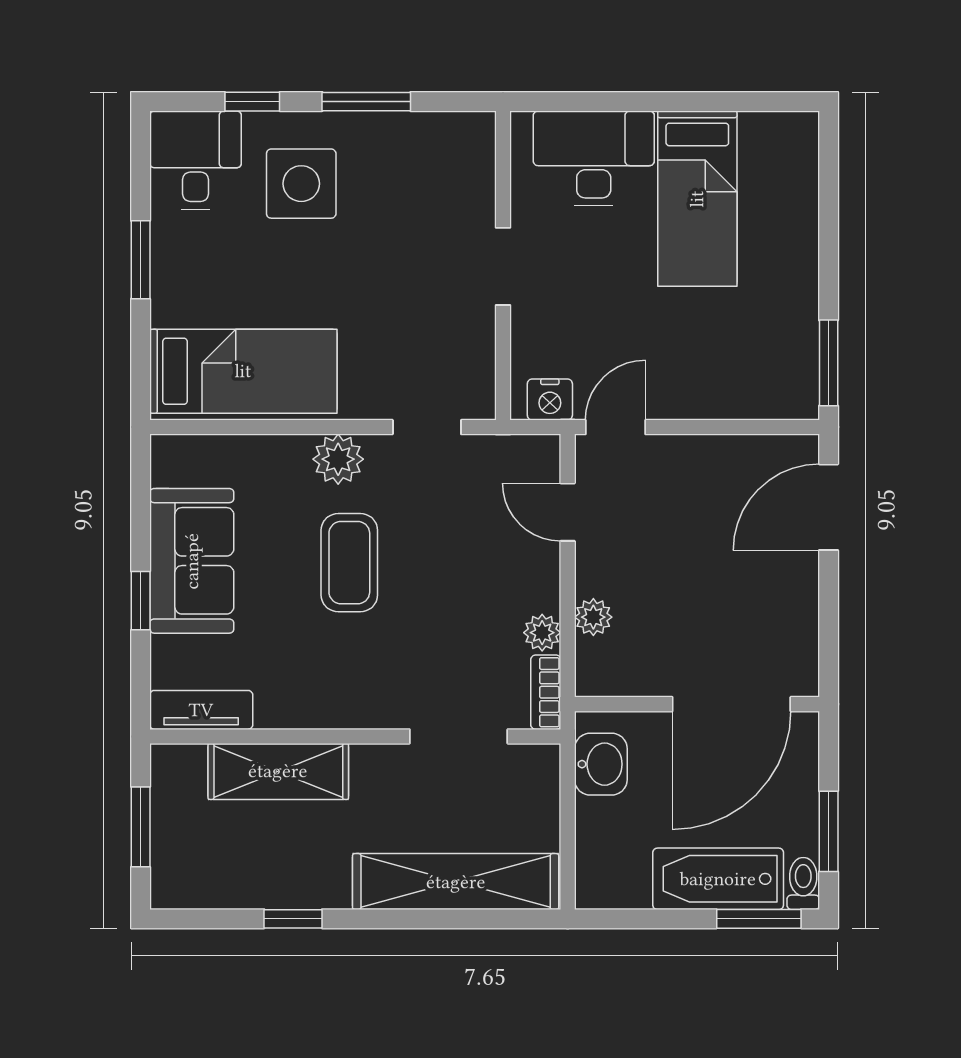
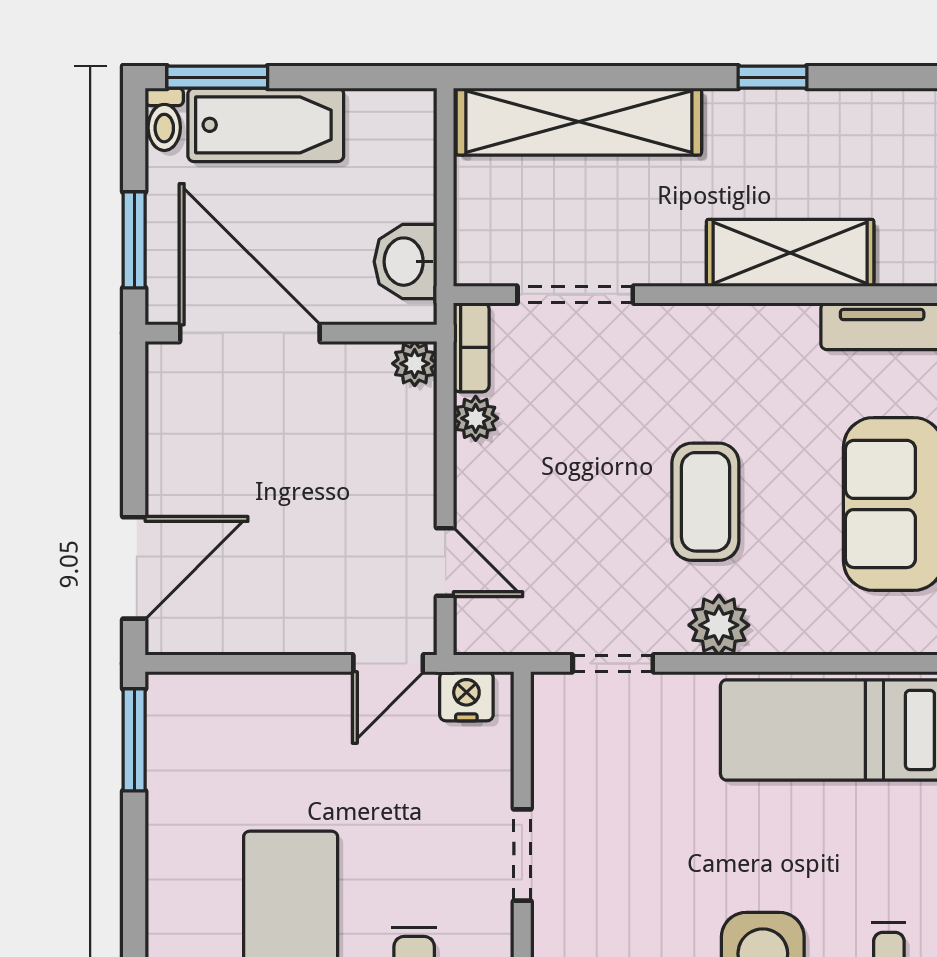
plant: (593, 617) -> (415, 364), moved
door: (731, 704) -> (250, 333), hinge flipped
window: (829, 831) -> (134, 240), moved

